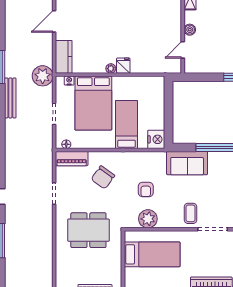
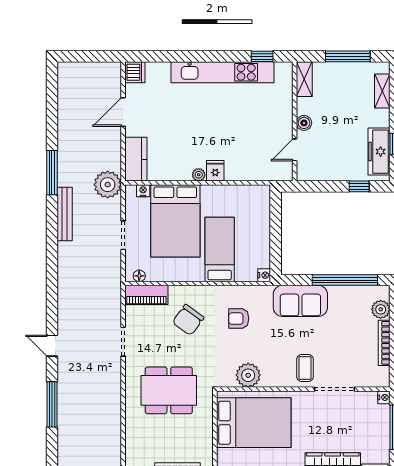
nightstand: (156, 139) -> (264, 275), width x0.53, depth x0.56
armchair: (146, 190) -> (239, 319), moved, turned 90
bed: (152, 254) -> (254, 423), width x1.50

